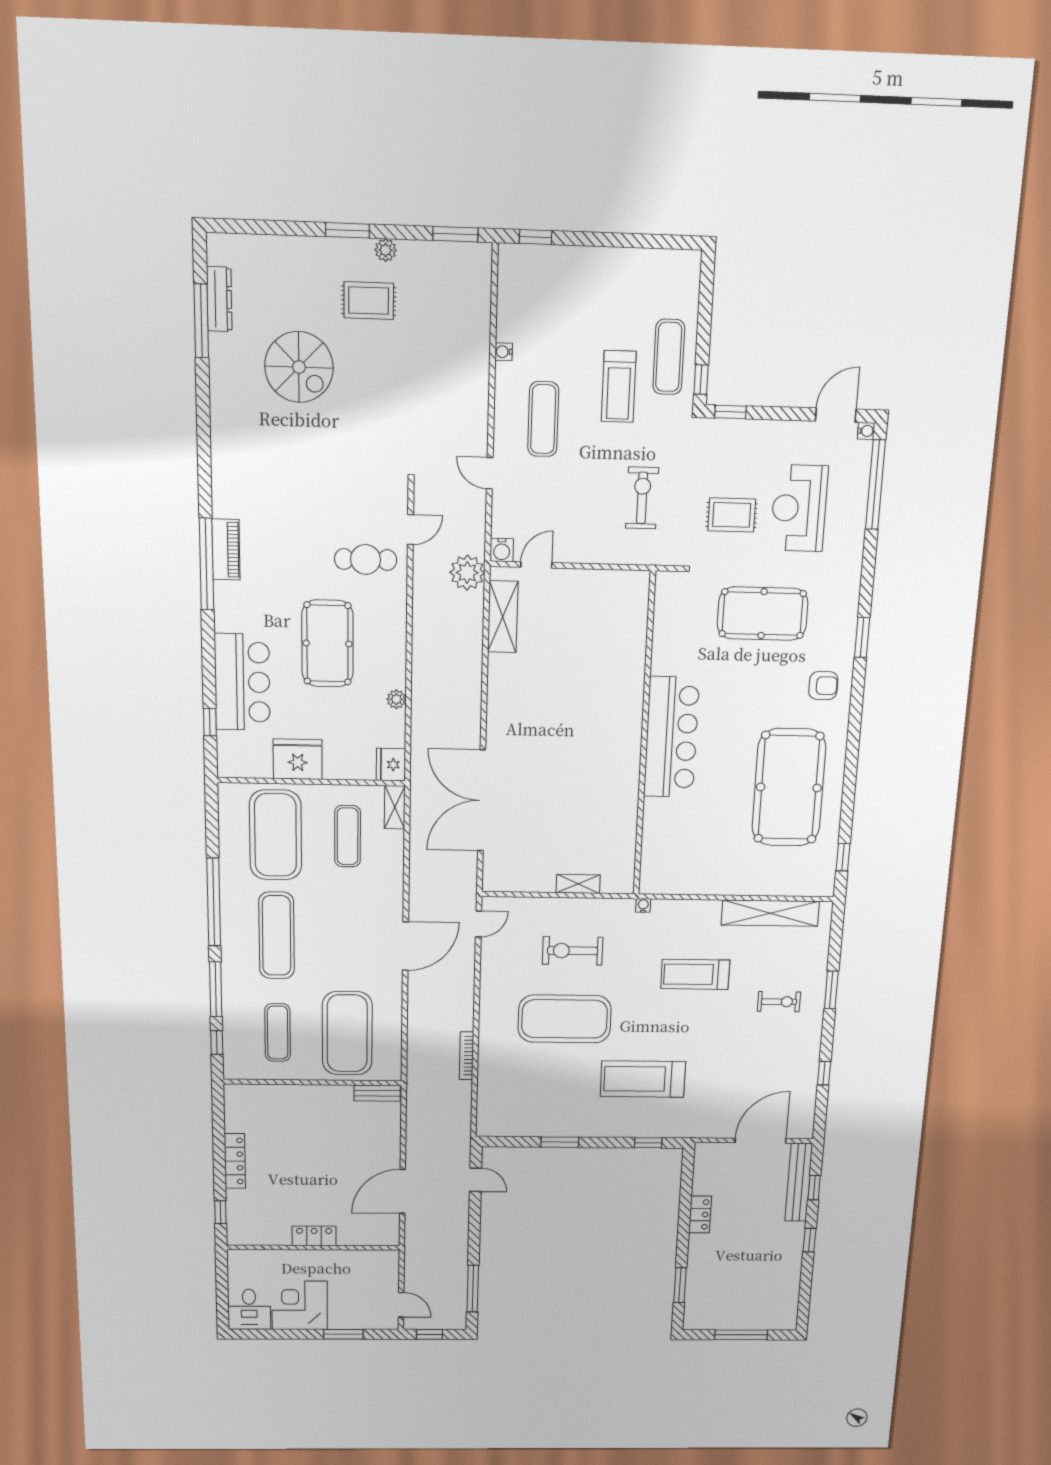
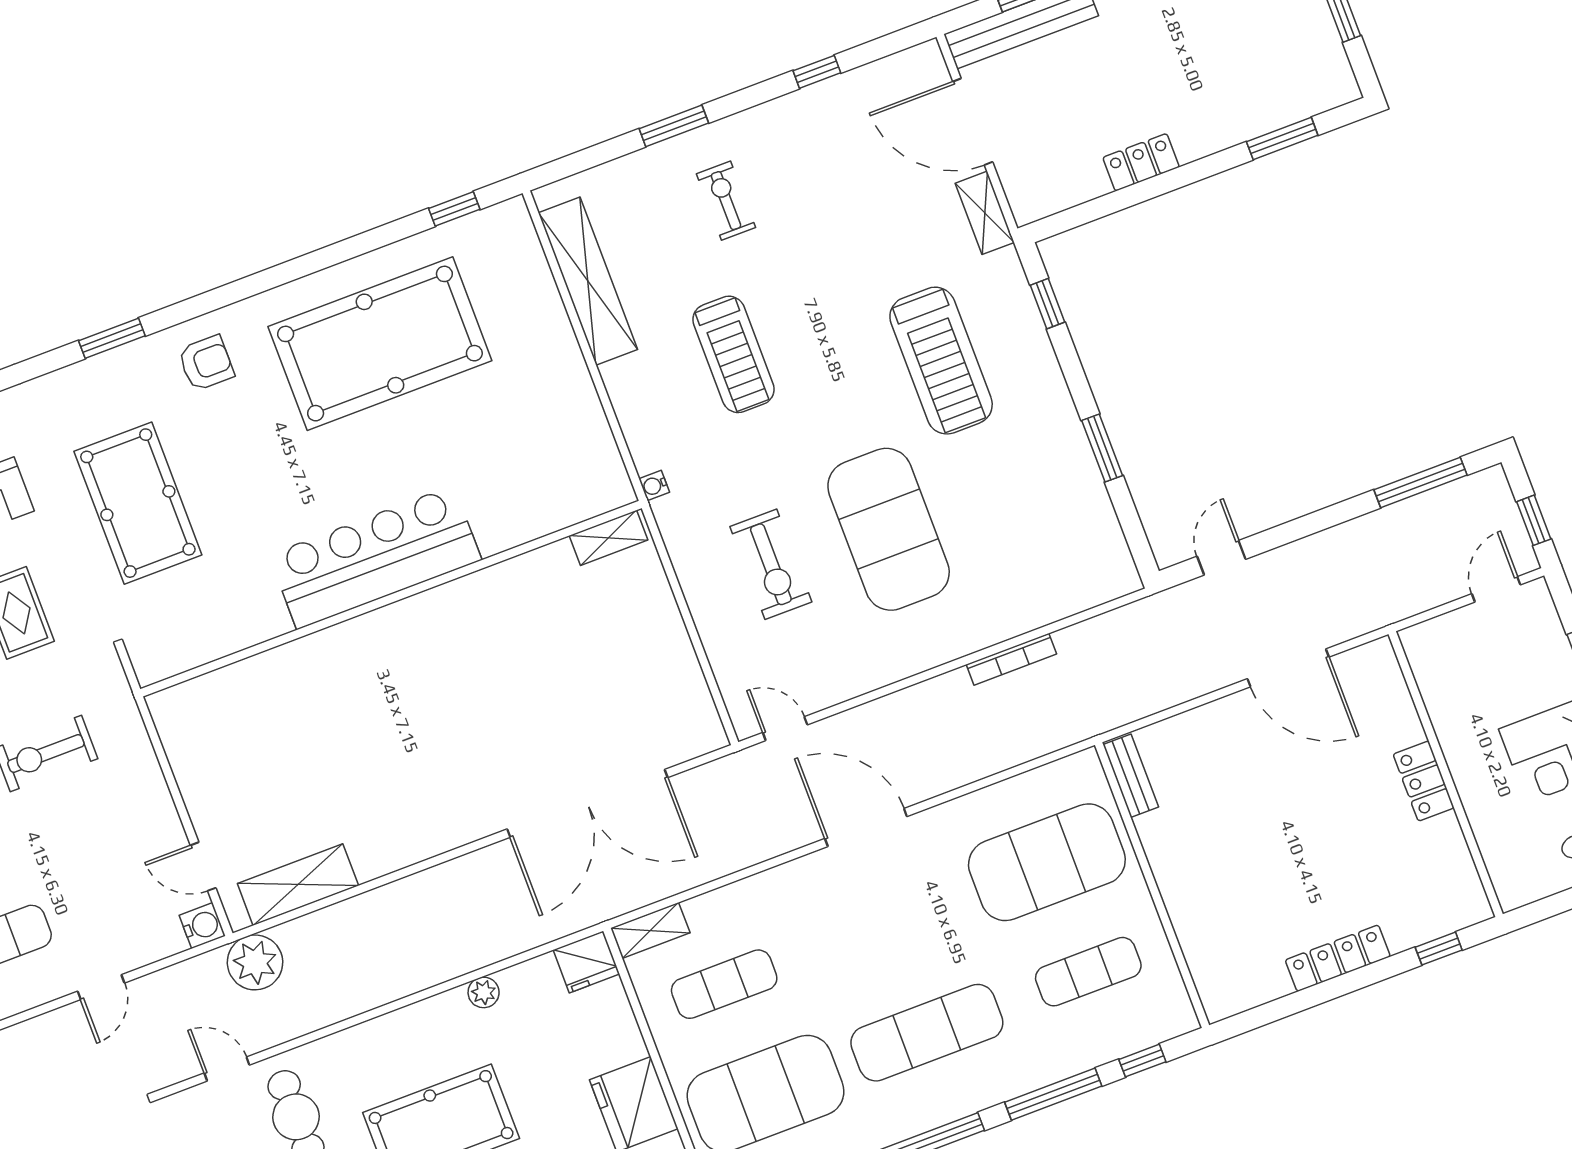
armchair: (823, 686) -> (206, 363), turned 90
shelving: (578, 884) -> (608, 538), moved, turned 90
shelving: (710, 1129) -> (985, 213), added

